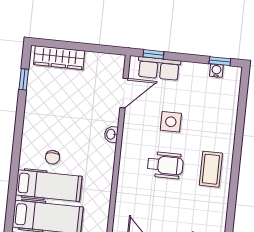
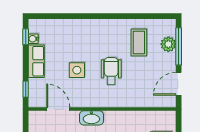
row of seats: (159, 68) -> (36, 61), moved
washbasin: (111, 134) -> (91, 118), width x1.91, depth x1.45
coffee table: (211, 169) -> (139, 42), moved, turned 90

